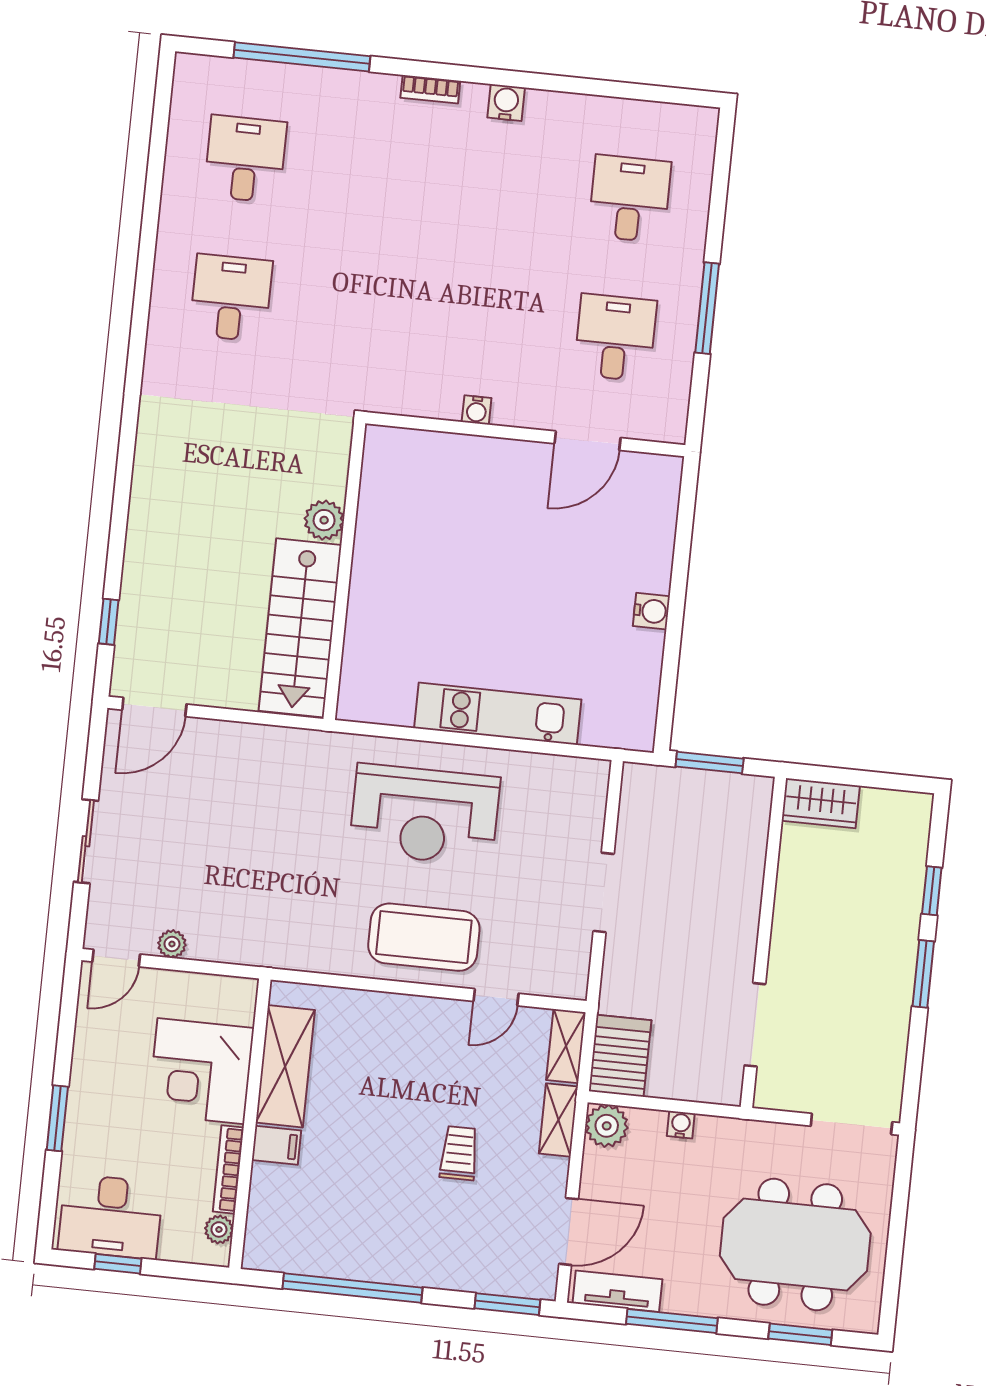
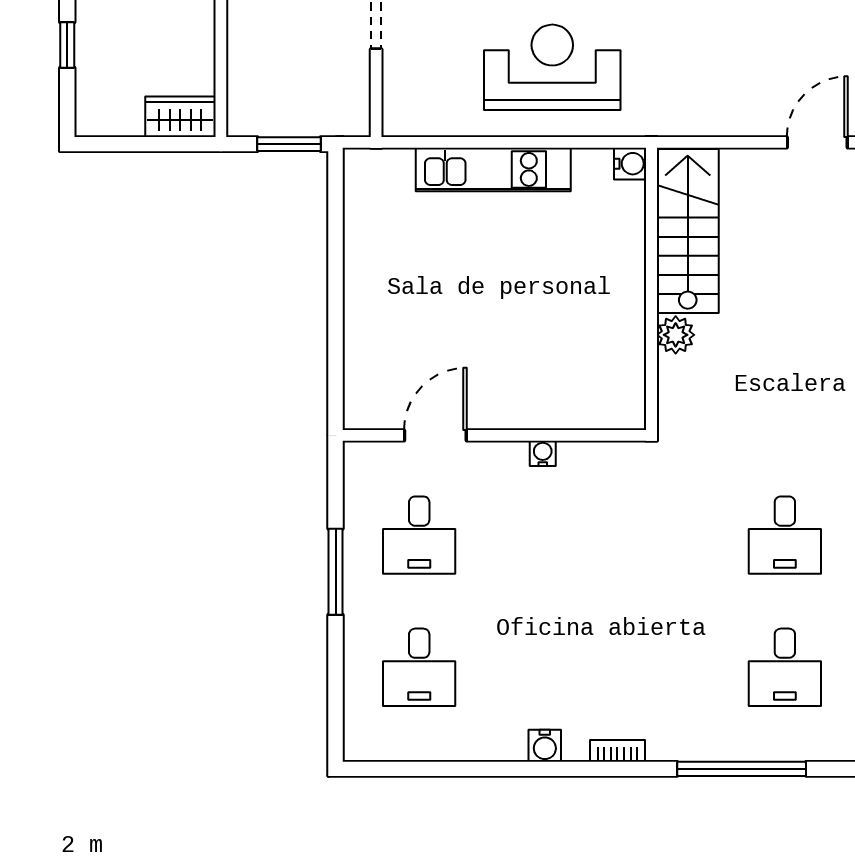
water cooler: (651, 611) -> (630, 164), moved, turned 180

